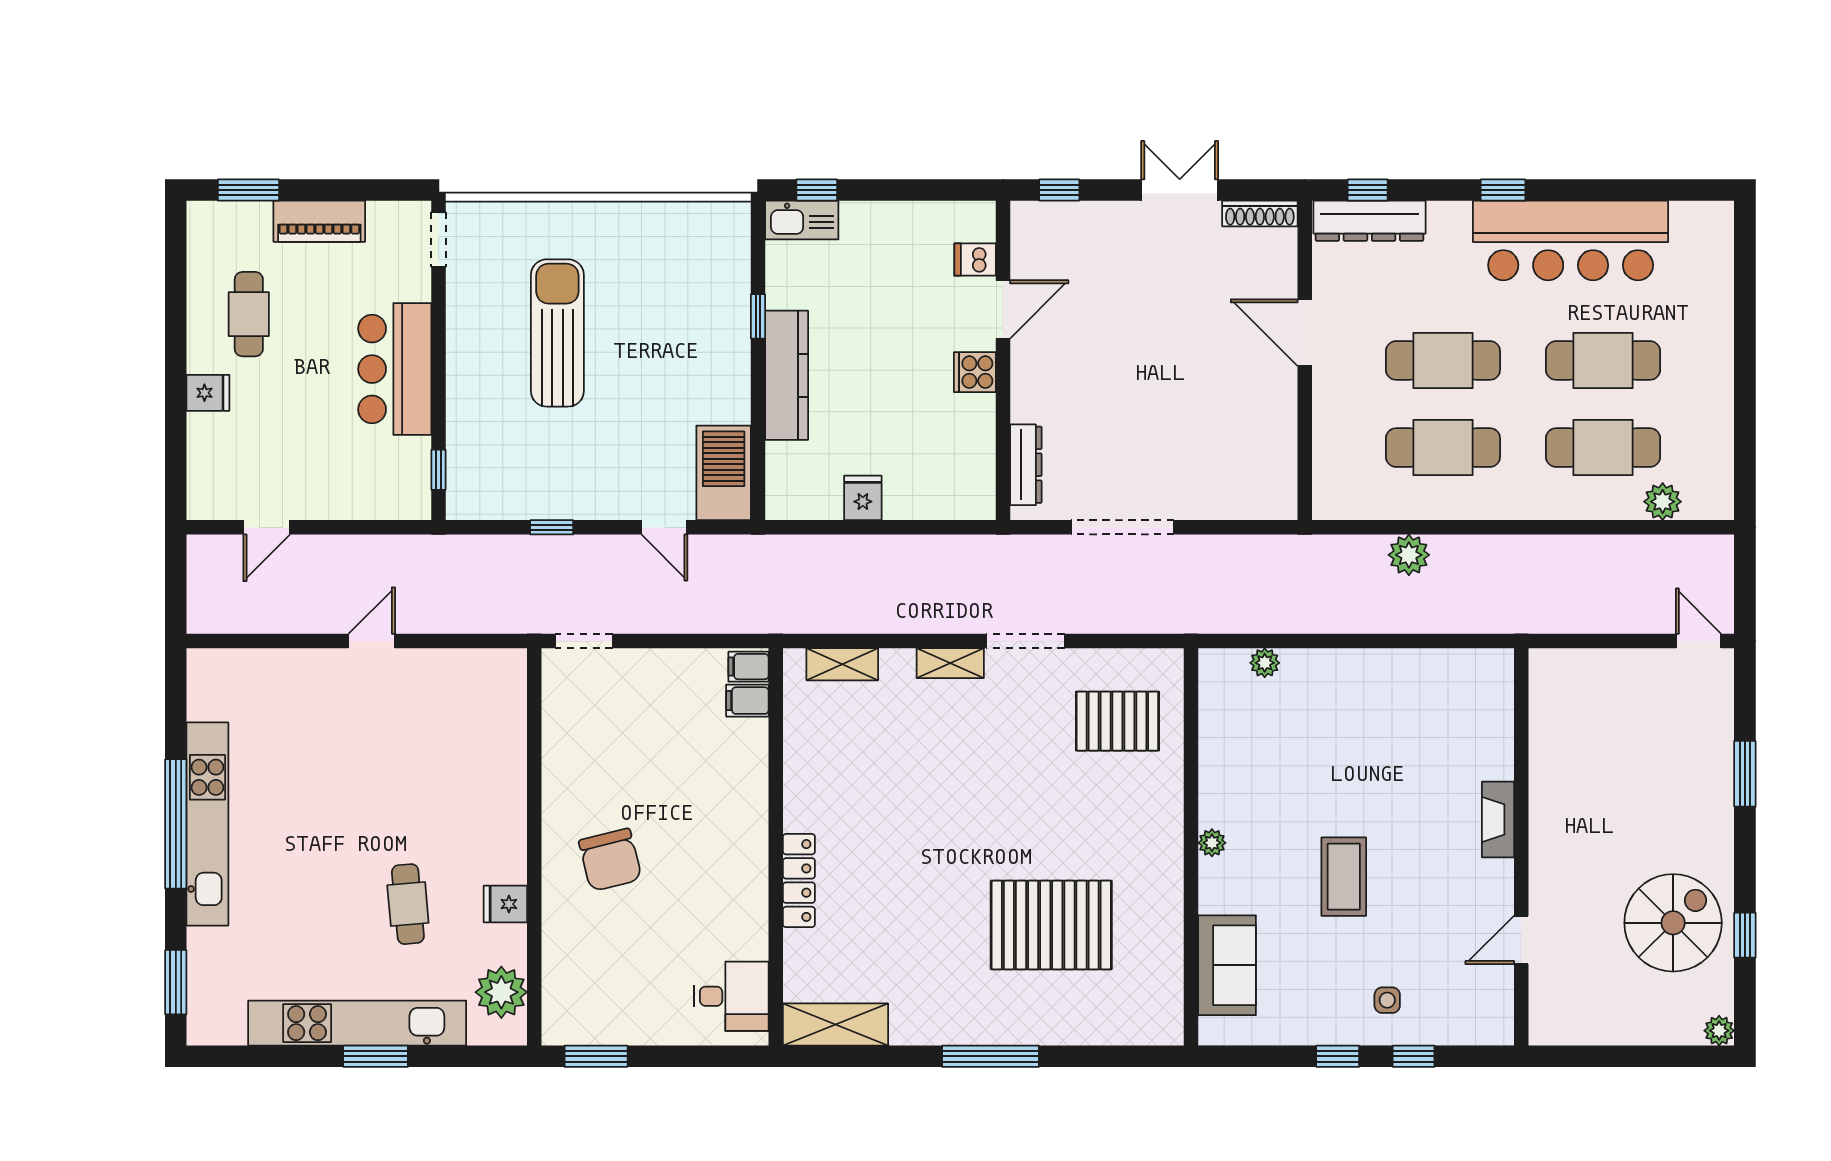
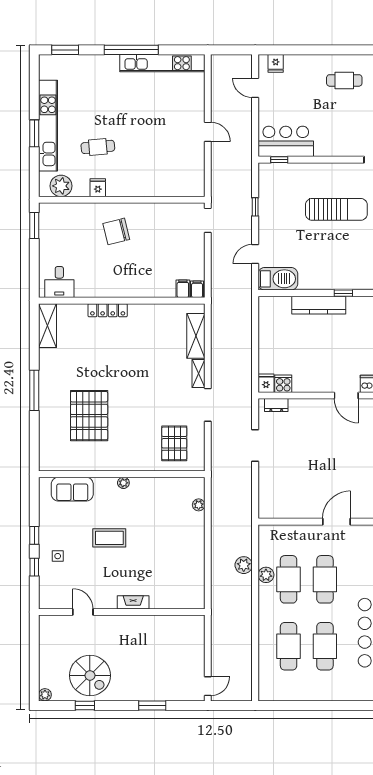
bar counter: (395, 369) -> (286, 141), moved
cooker: (975, 372) -> (283, 384), moved
fridge: (208, 393) -> (276, 63), moved
dresser: (1026, 465) -> (276, 405), width x0.70
fridge: (863, 498) -> (266, 383), moved, turned -90
plant: (1663, 502) -> (266, 575), moved
doorway: (1123, 527) -> (255, 445), width x0.73
shelving: (842, 664) -> (196, 336), width x1.50, depth x1.33
kitchen unit: (207, 824) -> (162, 63), moved

